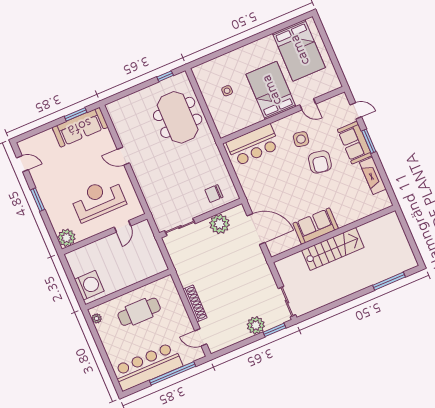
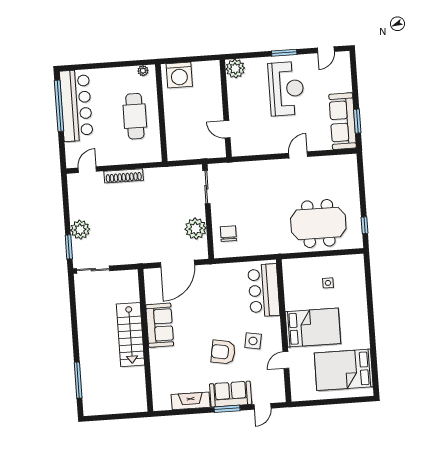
reception desk: (98, 200) -> (286, 89), moved
window: (173, 373) -> (59, 106), moved

